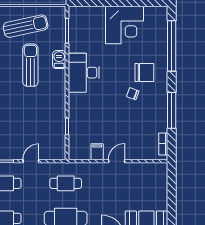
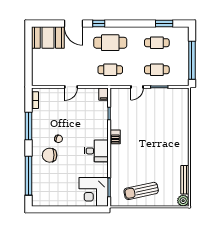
corner desk: (125, 25) -> (94, 192), moved, turned -90
barbecue: (59, 60) -> (115, 137), moved
sun lounger: (30, 65) -> (137, 161), removed
desk: (84, 73) -> (96, 151), width x0.73
filing cabinet: (97, 152) -> (104, 94), moved

